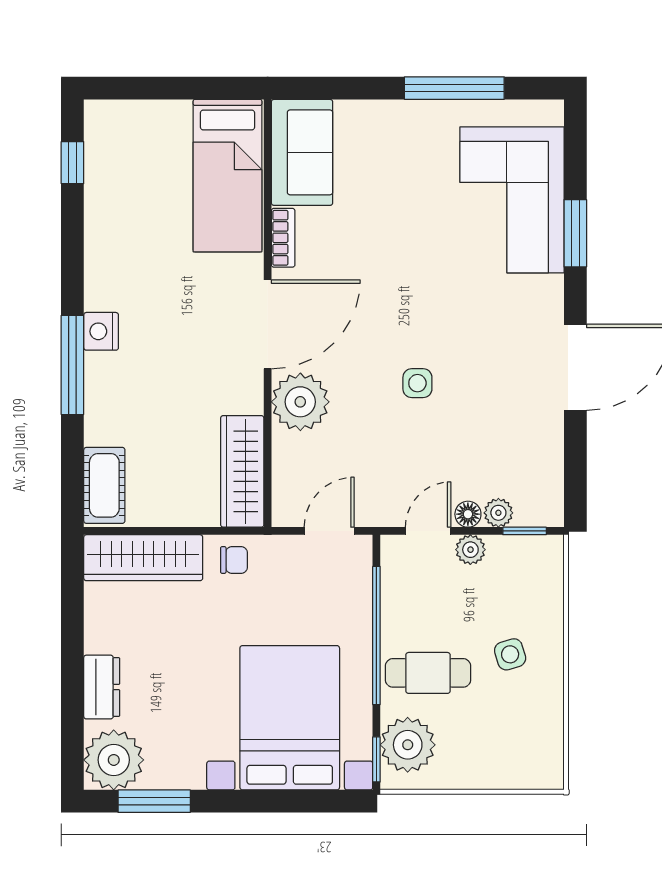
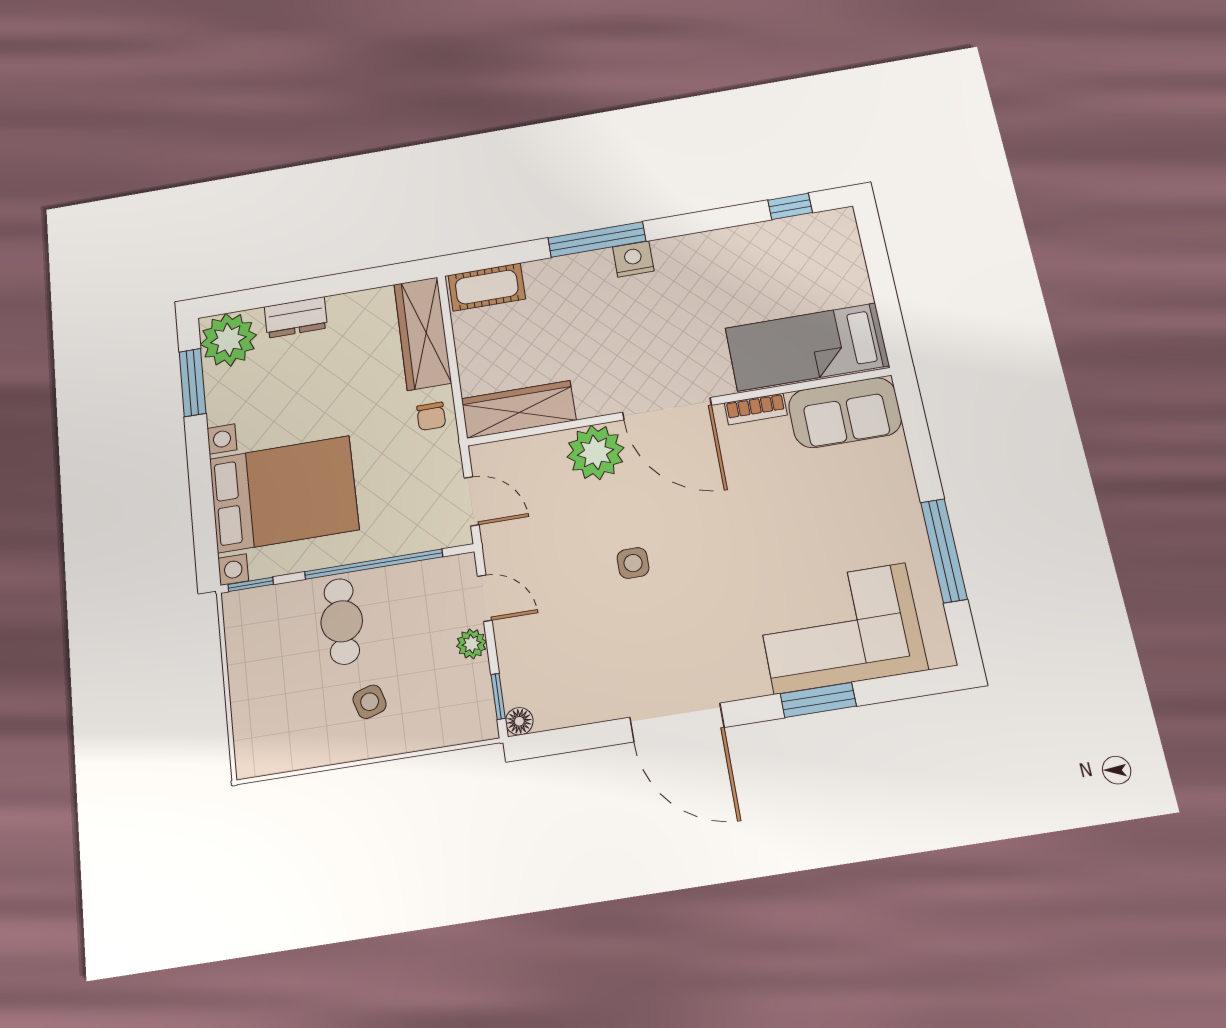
plant: (498, 513) -> (513, 666), removed
floor lamp: (468, 514) -> (519, 721), moved
plant: (408, 745) -> (268, 613), removed

